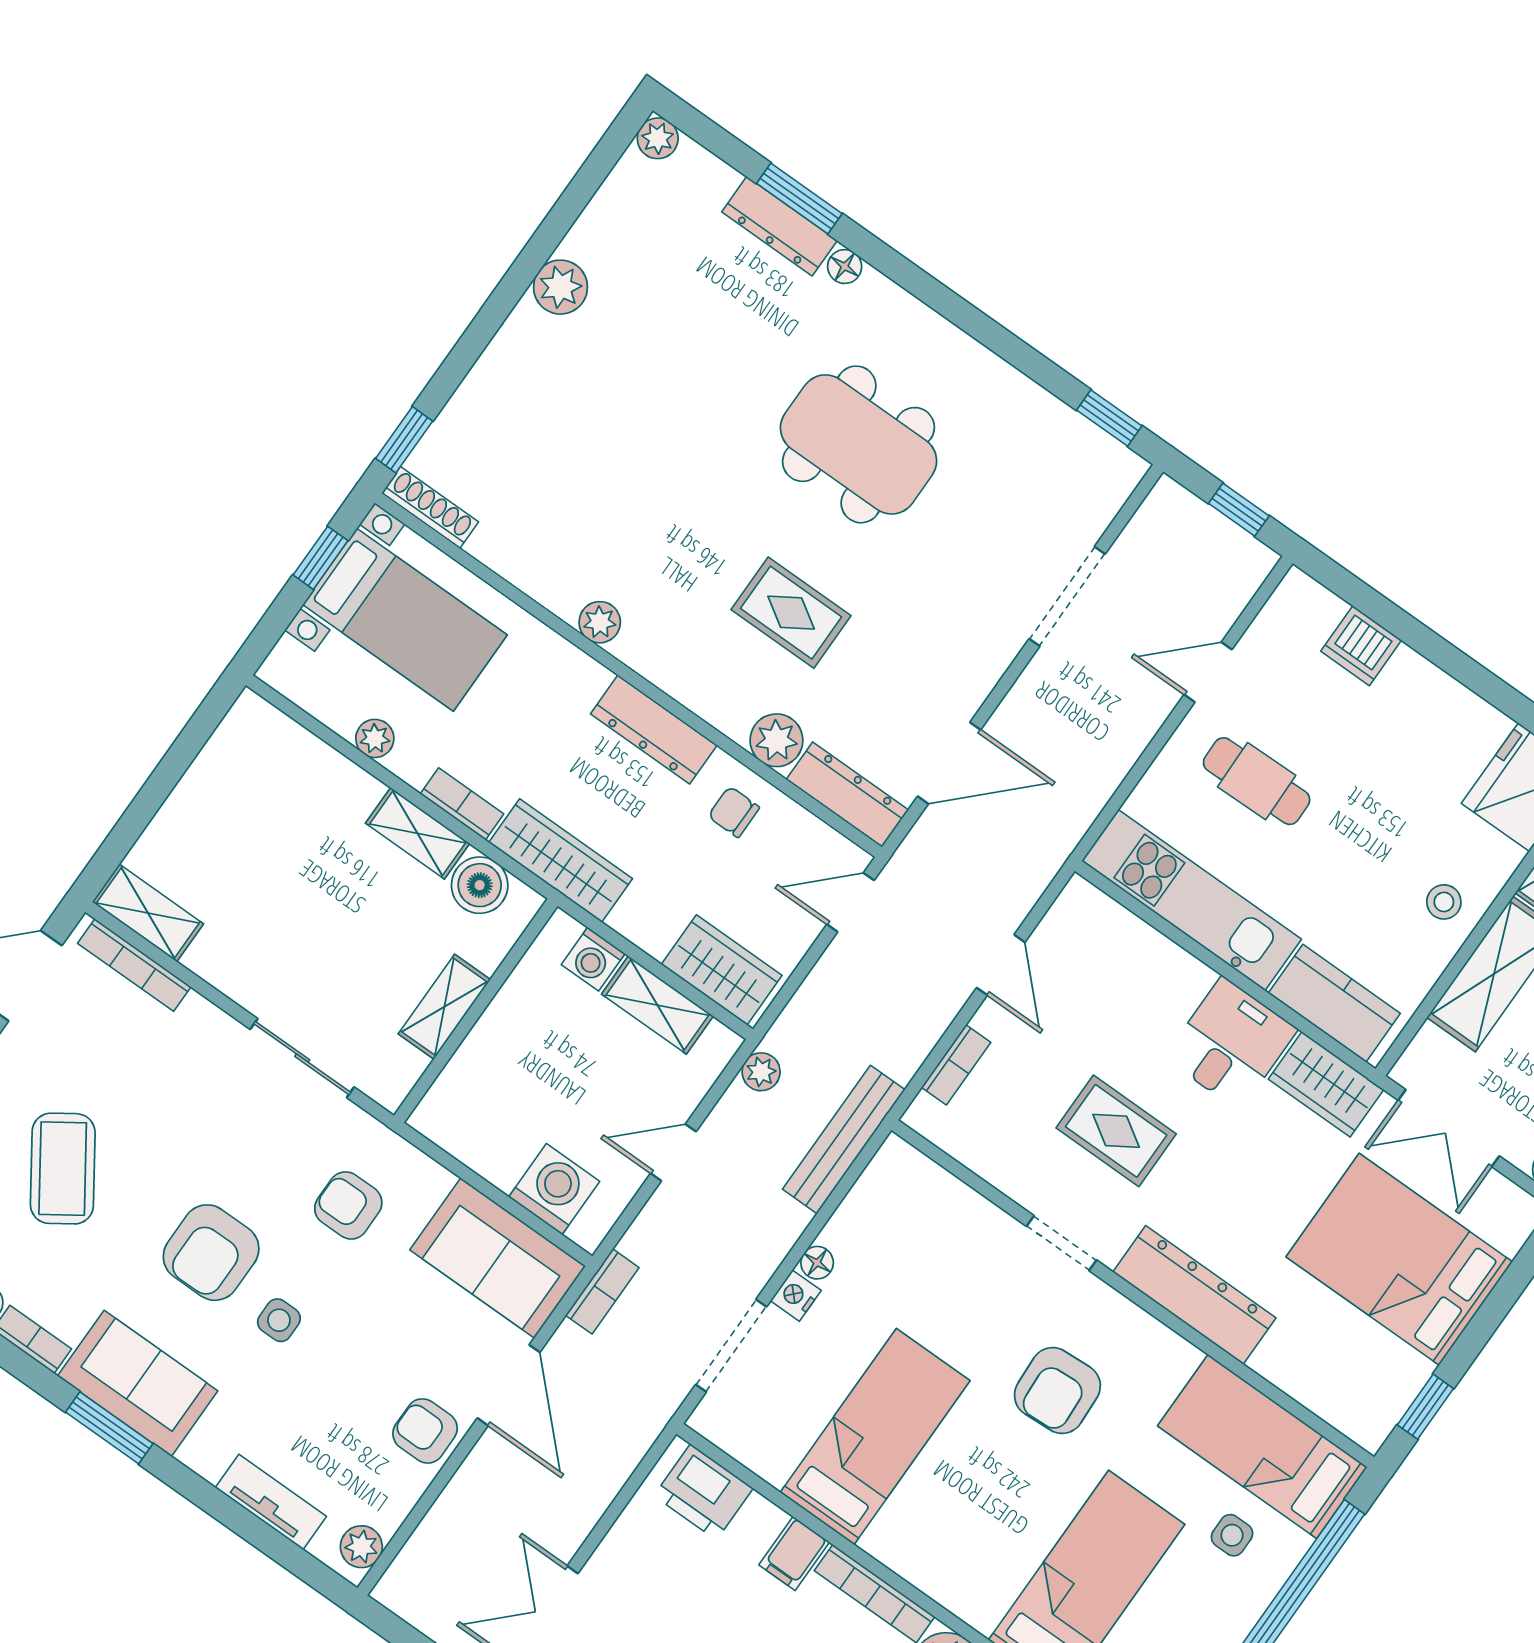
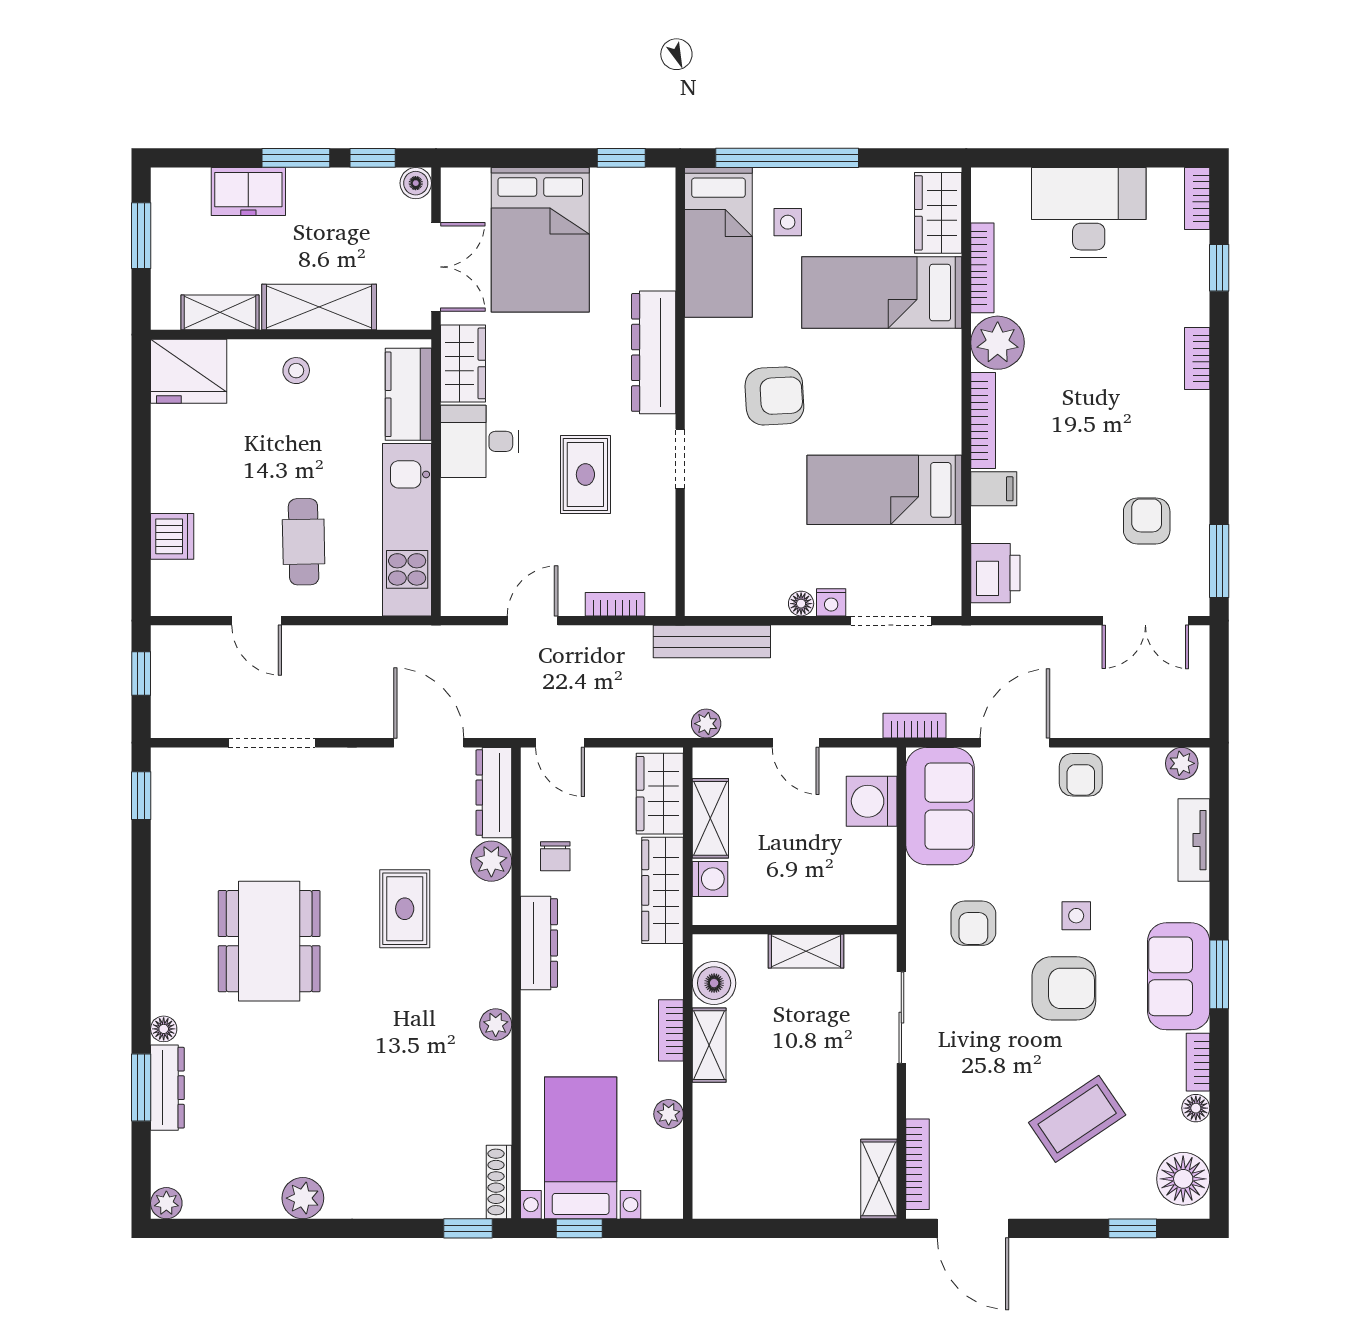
wardrobe: (561, 860) -> (663, 890), moved

